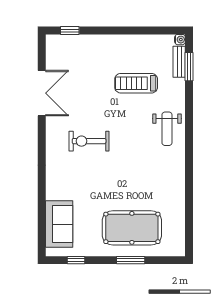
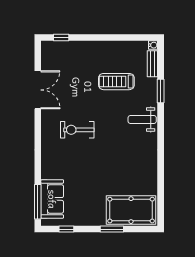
window: (189, 67) -> (161, 91), moved
weight bench: (167, 129) -> (142, 120), turned 90
window: (42, 227) -> (38, 202), added
pool table: (132, 228) -> (131, 210), moved

